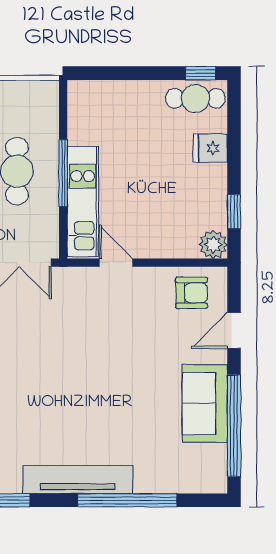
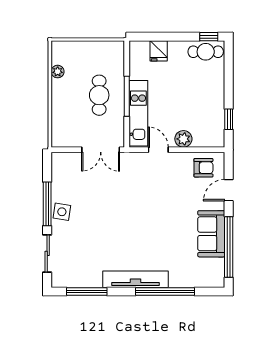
fridge: (210, 148) -> (159, 51), moved, turned -90
plant: (213, 245) -> (183, 139), moved

